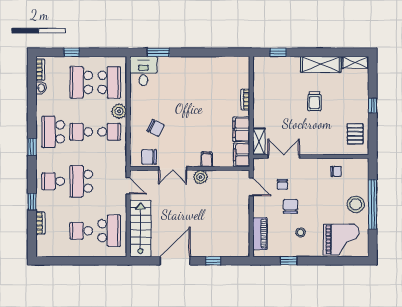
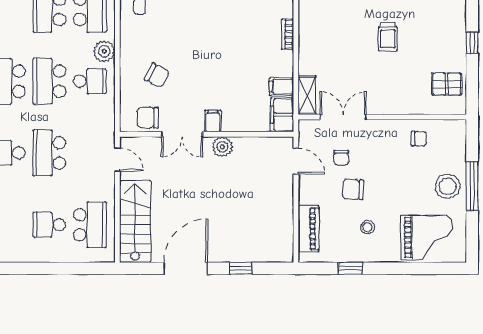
filing cabinet: (241, 129) -> (282, 87), width x0.50
school desk: (81, 132) -> (49, 81), width x1.85
pallet: (355, 134) -> (447, 84), turned 90
filing cabinet: (207, 159) -> (213, 121), moved
window: (373, 204) -> (472, 186), width x0.68
chair: (291, 206) -> (353, 189), turned -88

